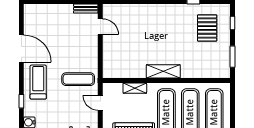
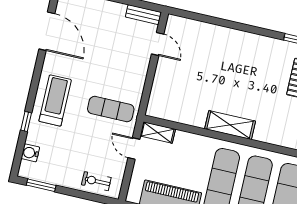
door: (21, 49) -> (47, 31), moved
shelving: (135, 88) -> (158, 133), moved

